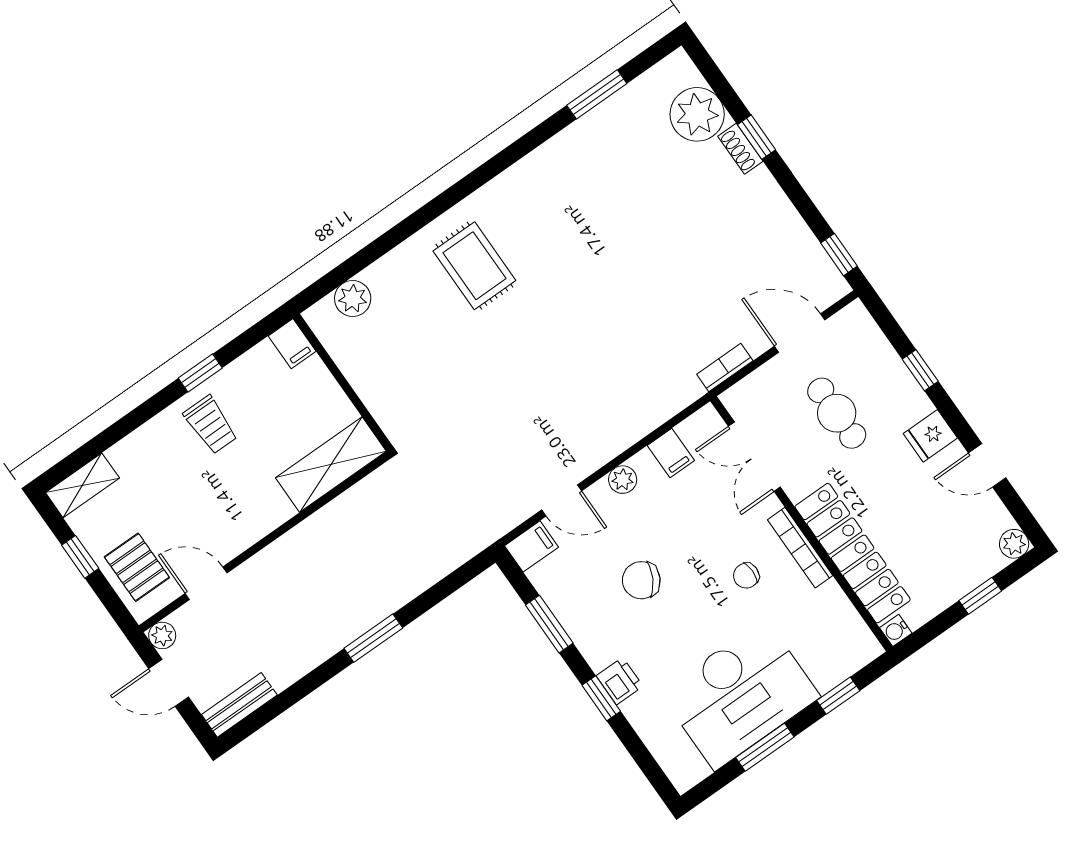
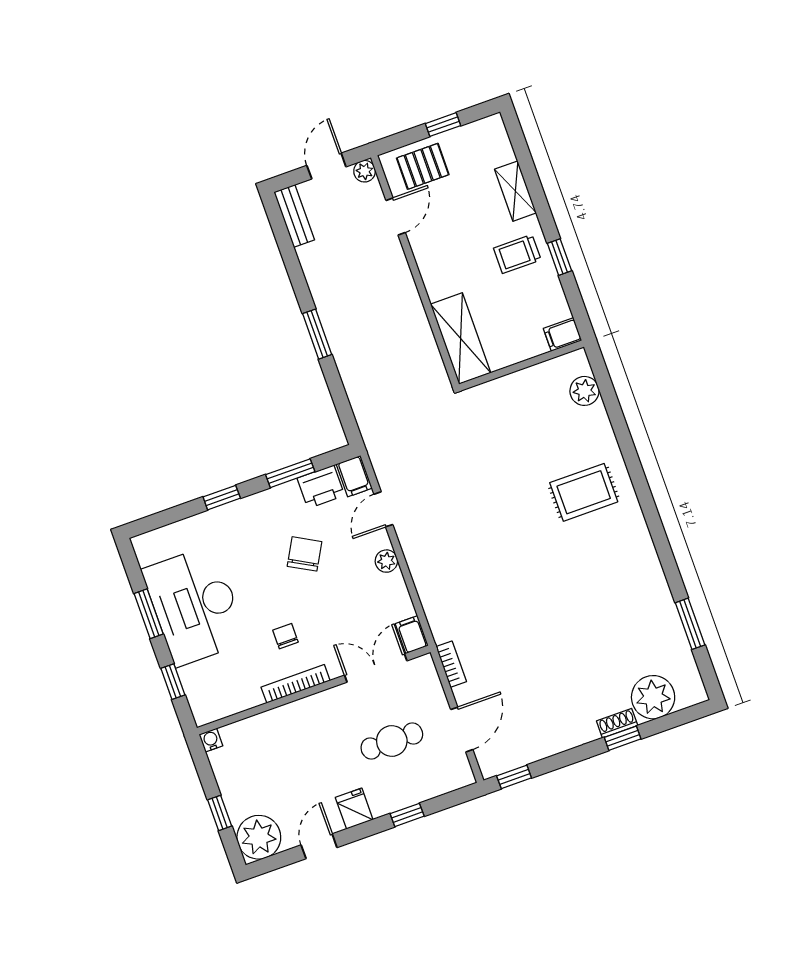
filing cabinet: (671, 453) -> (412, 635), moved, turned 90
shelving: (82, 485) -> (515, 191), moved
plant: (1014, 544) -> (259, 837), width x1.87, depth x1.87
locker: (853, 553) -> (280, 723), removed
printer: (620, 681) -> (321, 487), moved, width x1.36, depth x1.24

